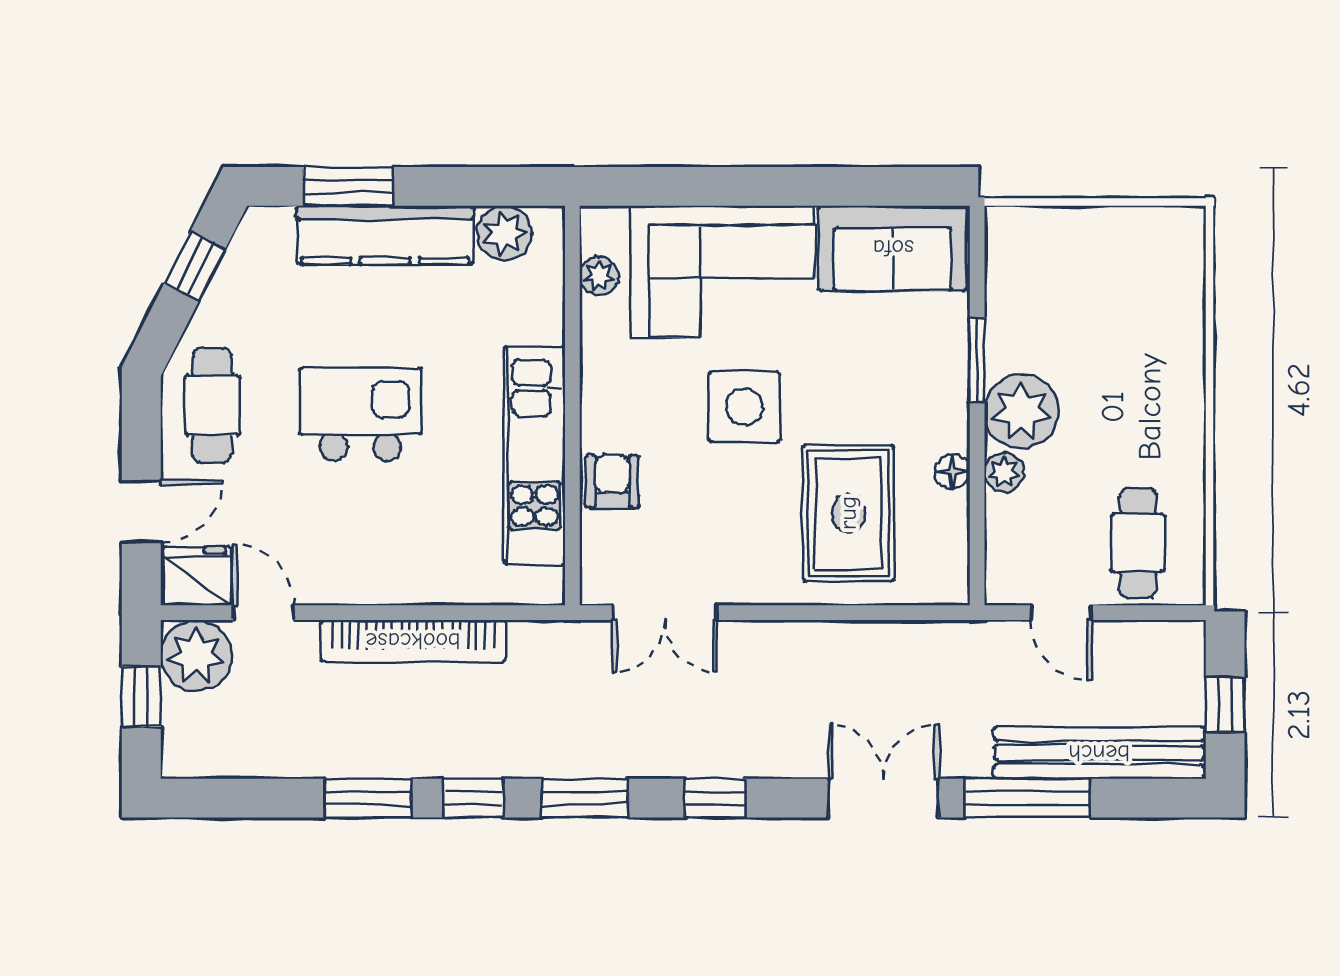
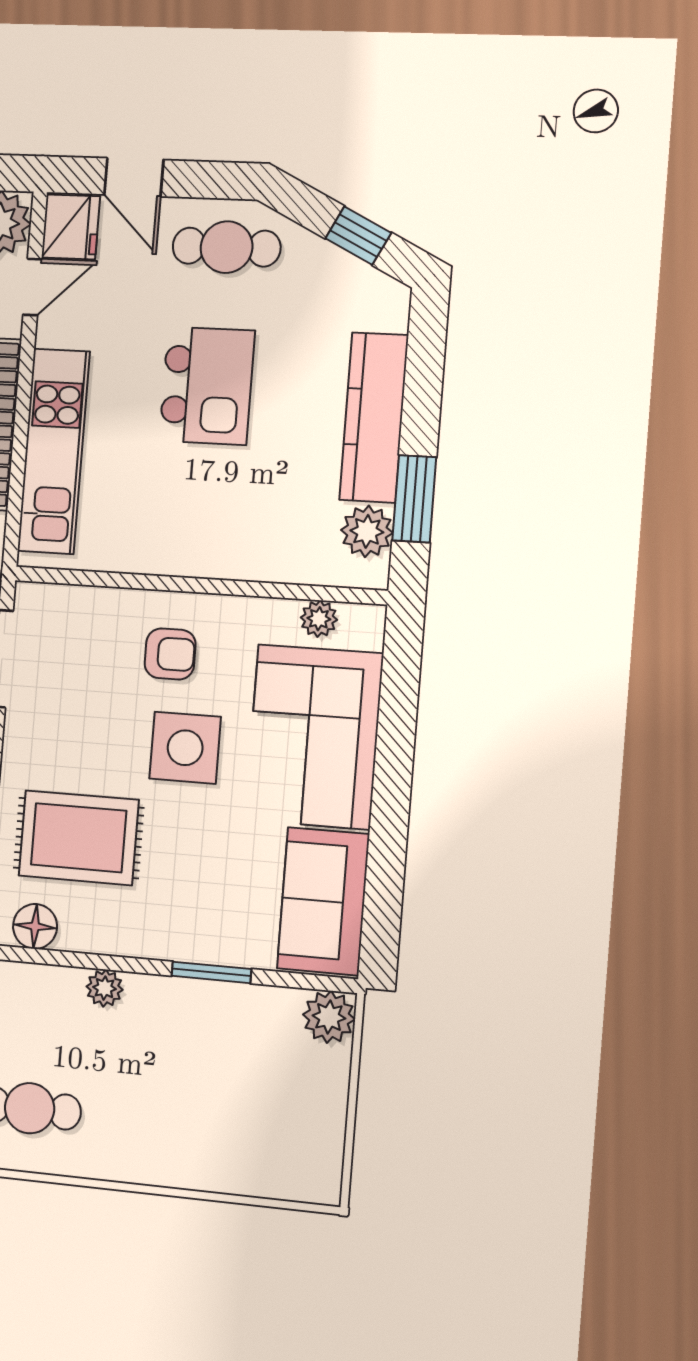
window: (348, 186) -> (414, 499), moved
plant: (1021, 411) -> (329, 1017), moved, width x0.73, depth x0.73
kitchen unit: (534, 456) -> (54, 451), moved, turned 90
floor lamp: (952, 472) -> (35, 926), moved, width x1.37, depth x1.37
armchair: (612, 481) -> (170, 654), moved

